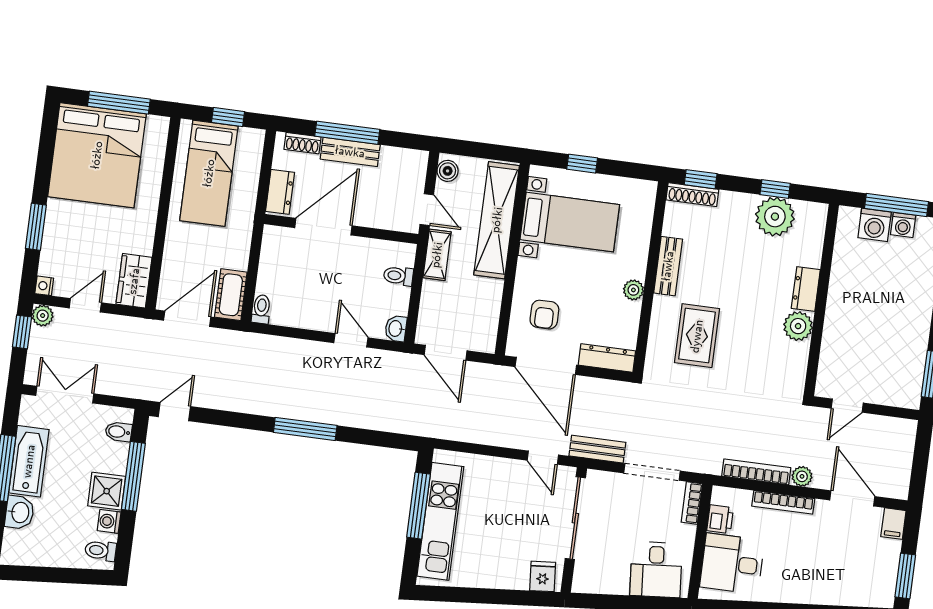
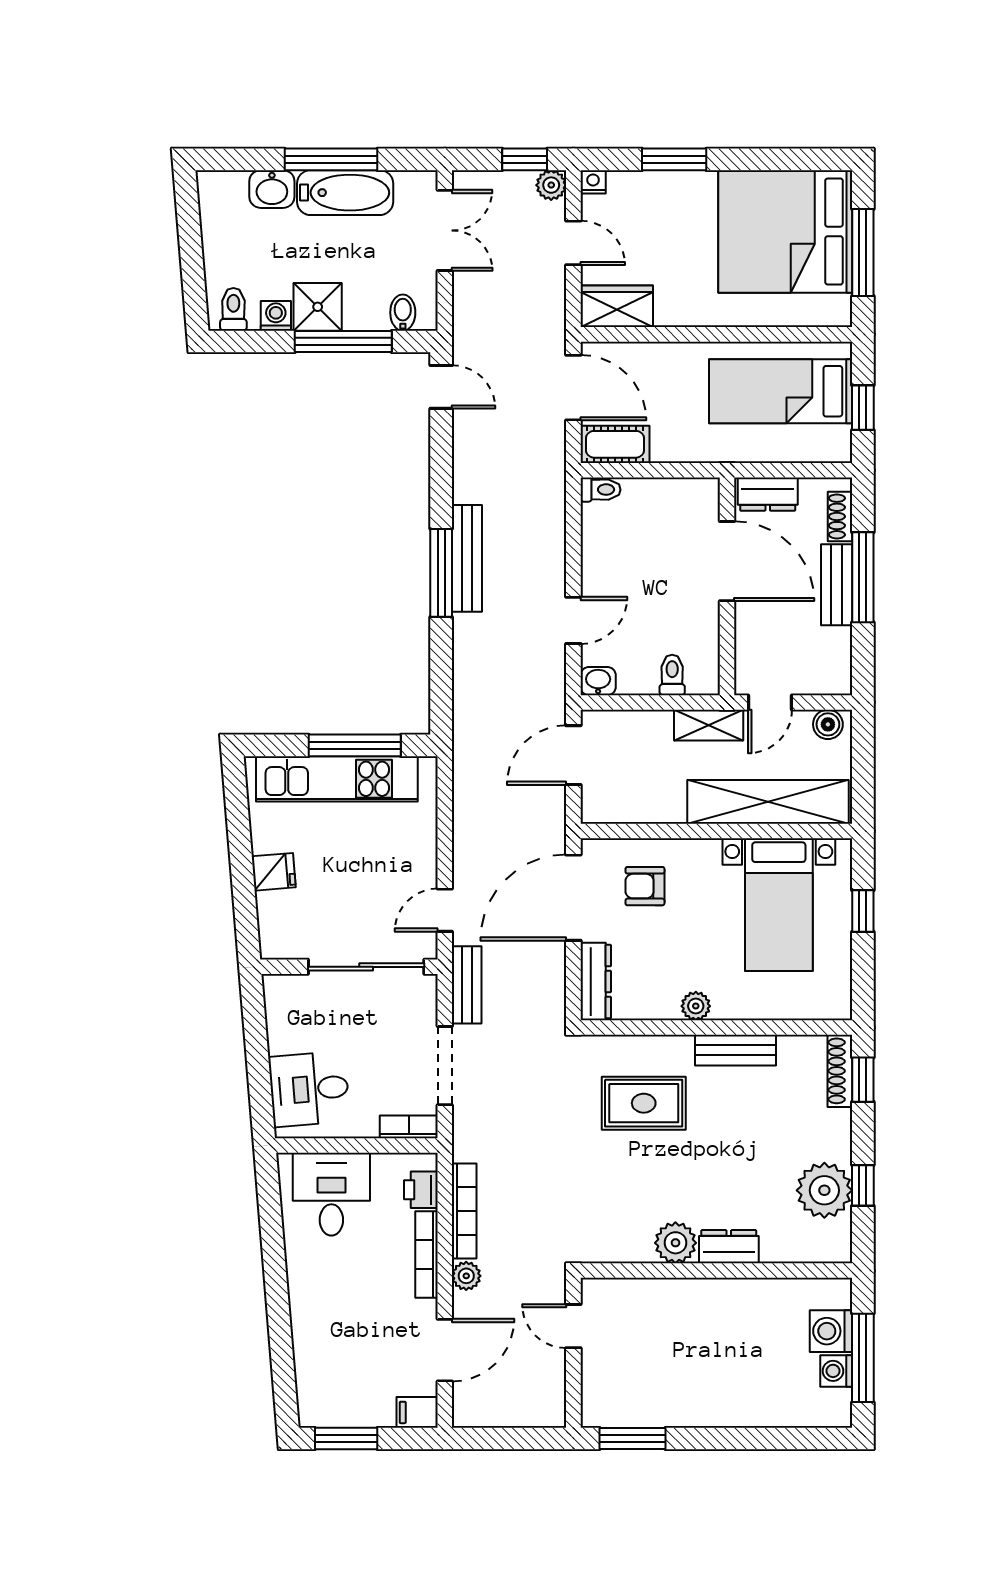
bench: (297, 409) -> (467, 558), added
printer: (720, 519) -> (421, 1190), moved, turned 90
fridge: (543, 576) -> (274, 872), moved

